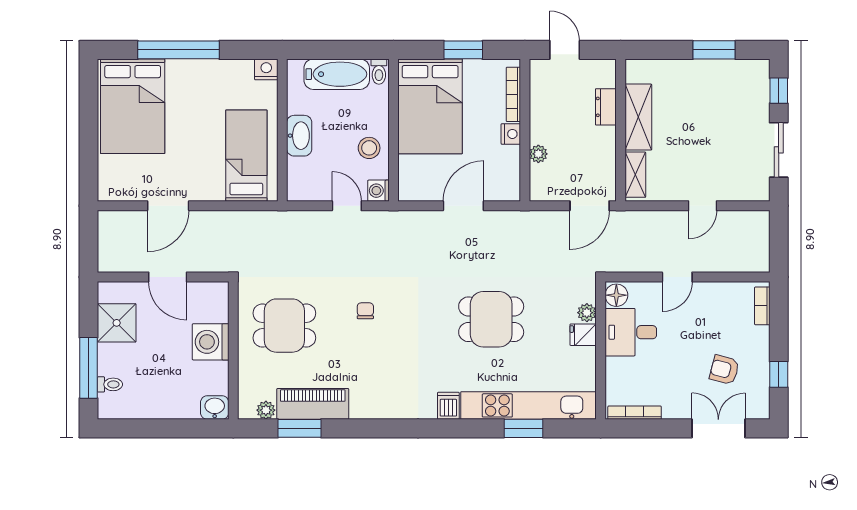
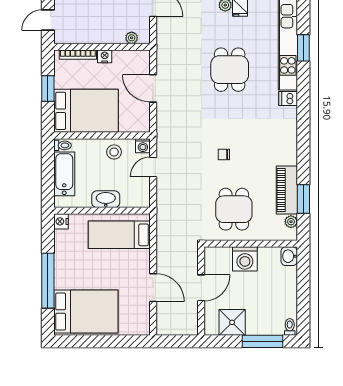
plant: (538, 154) -> (132, 38), moved
toilet: (110, 384) -> (290, 327), moved

